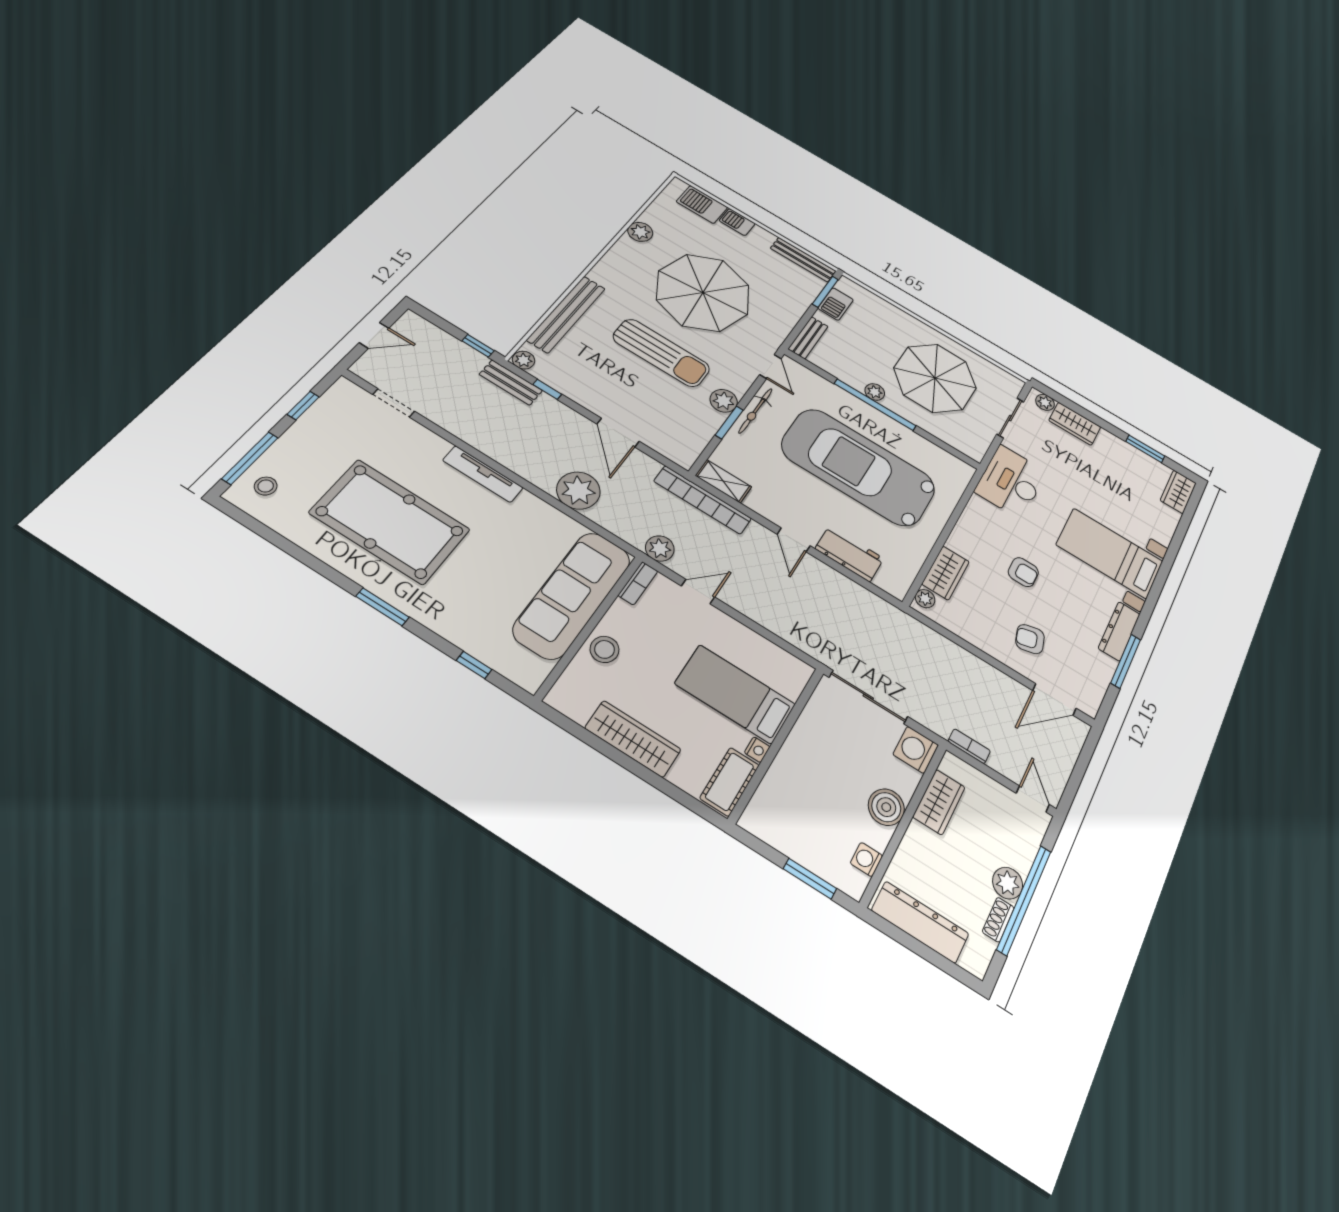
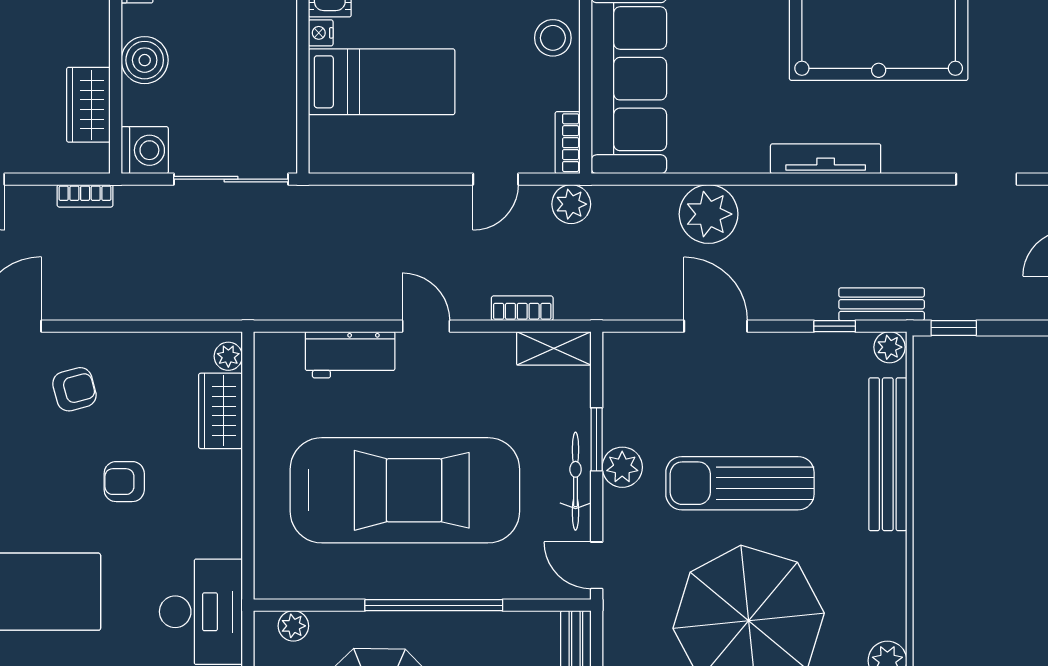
plant: (875, 392) -> (293, 626), moved
bookcase: (702, 500) -> (522, 308), width x0.43, depth x0.76

